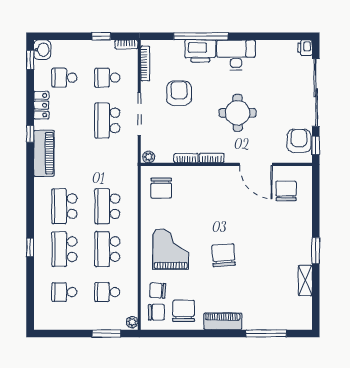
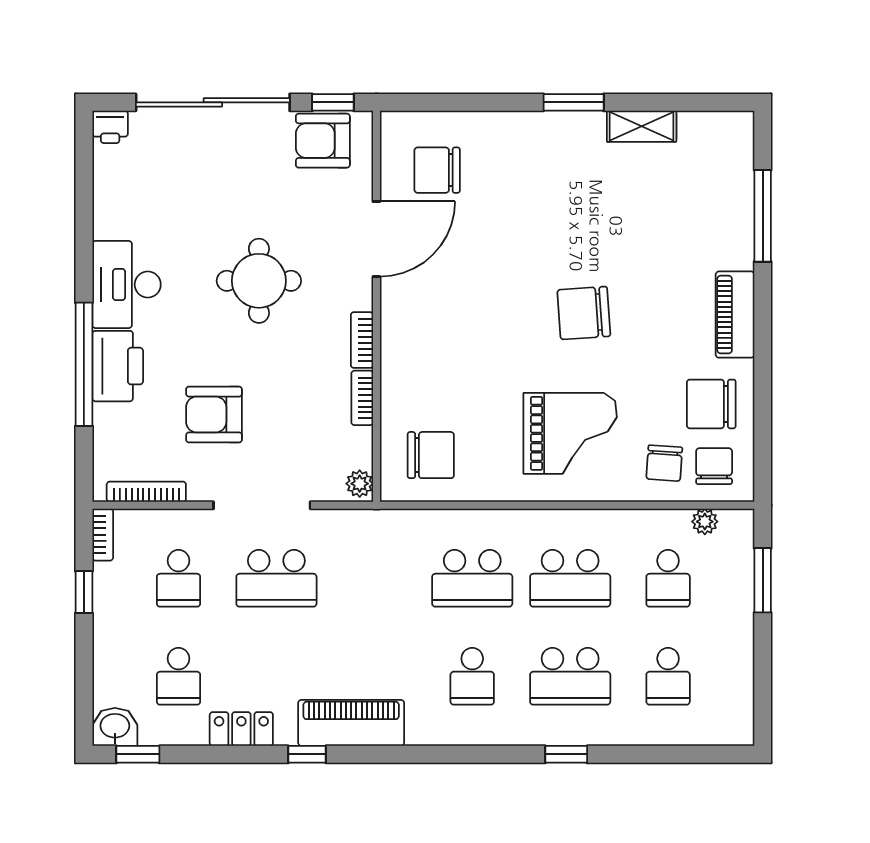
school desk: (64, 206) -> (472, 676), width x0.54
grand piano: (171, 249) -> (570, 433), turned 180
plant: (132, 322) -> (705, 522), moved

